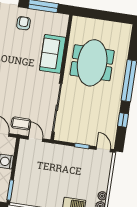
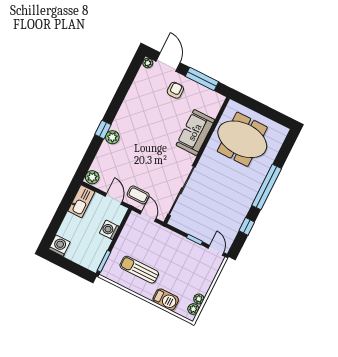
meeting table: (92, 63) -> (242, 139), moved, turned 90
sun lounger: (43, 187) -> (139, 270), added

